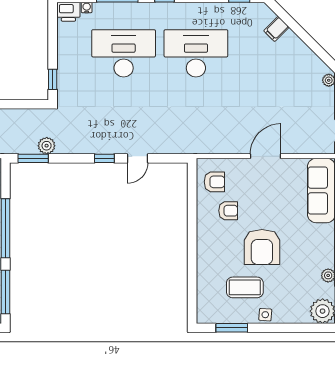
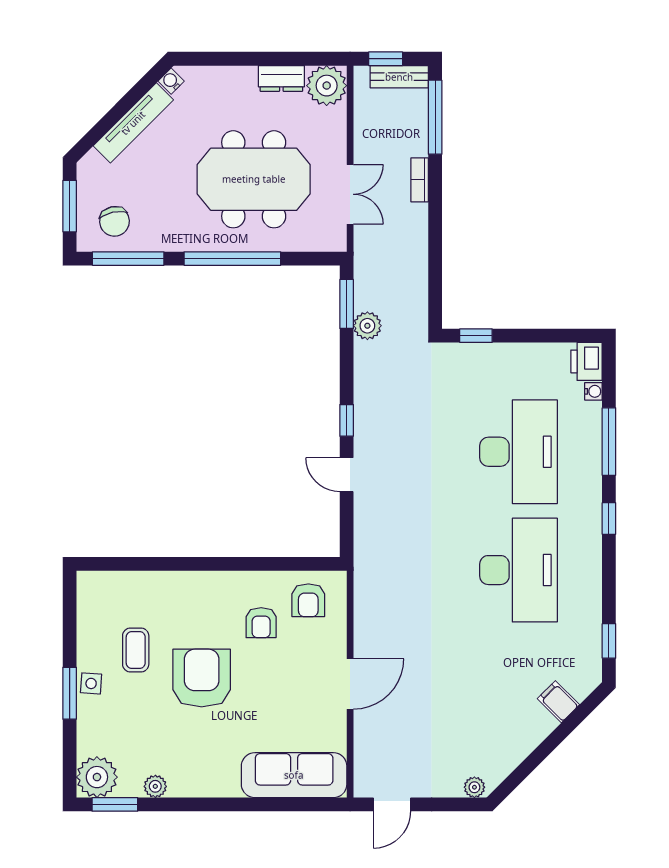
door: (266, 156) -> (350, 684), hinge flipped
armchair: (262, 247) -> (202, 678), turned 90
coffee table: (245, 287) -> (136, 650), width x0.73, depth x0.77
window: (232, 328) -> (70, 693), moved

